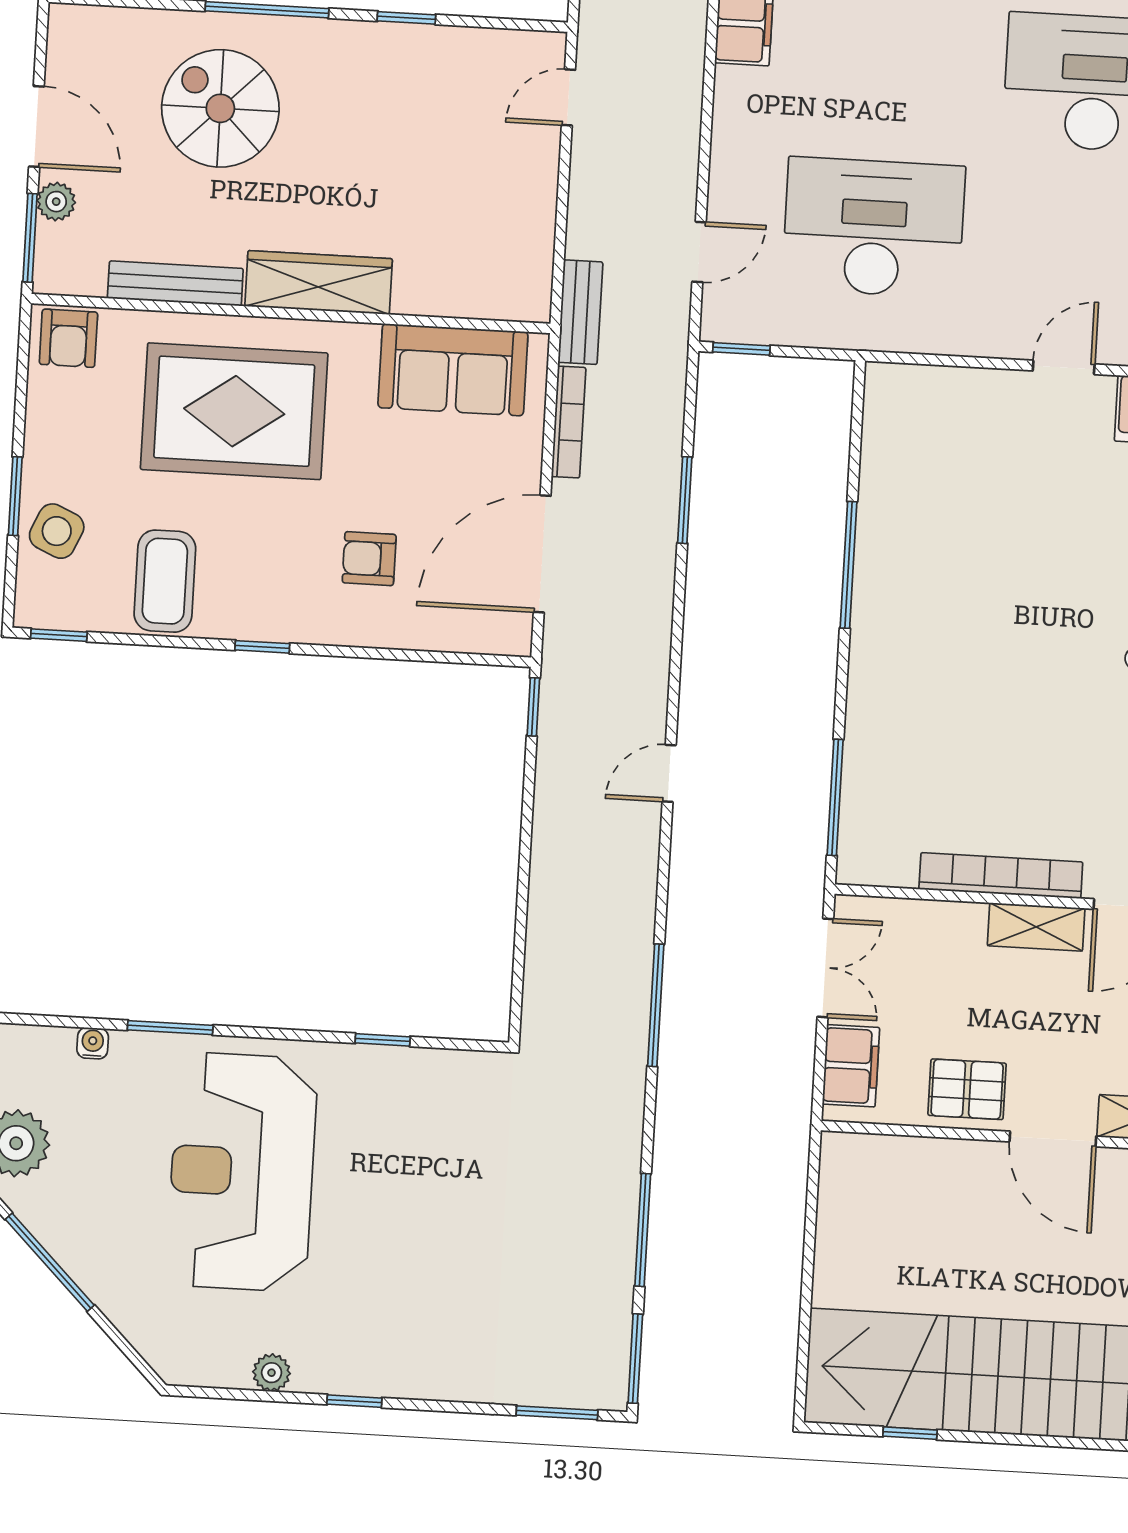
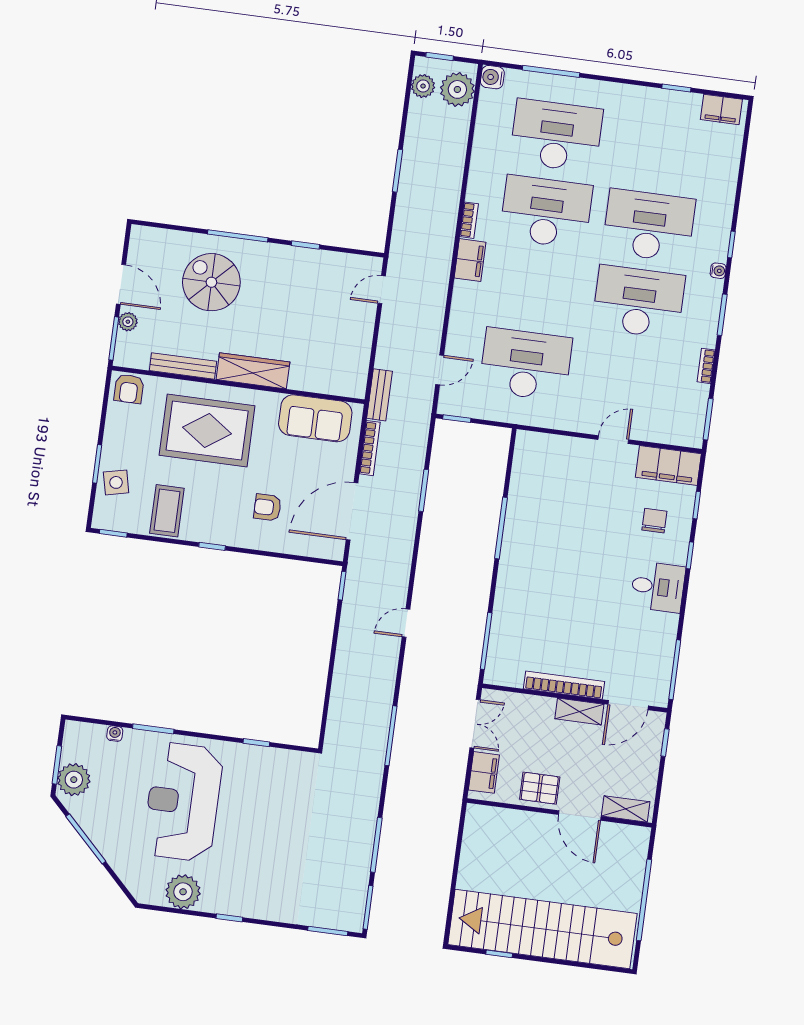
side table: (57, 531) -> (116, 482), turned -37
plant: (272, 1373) -> (183, 892), width x1.87, depth x1.87

